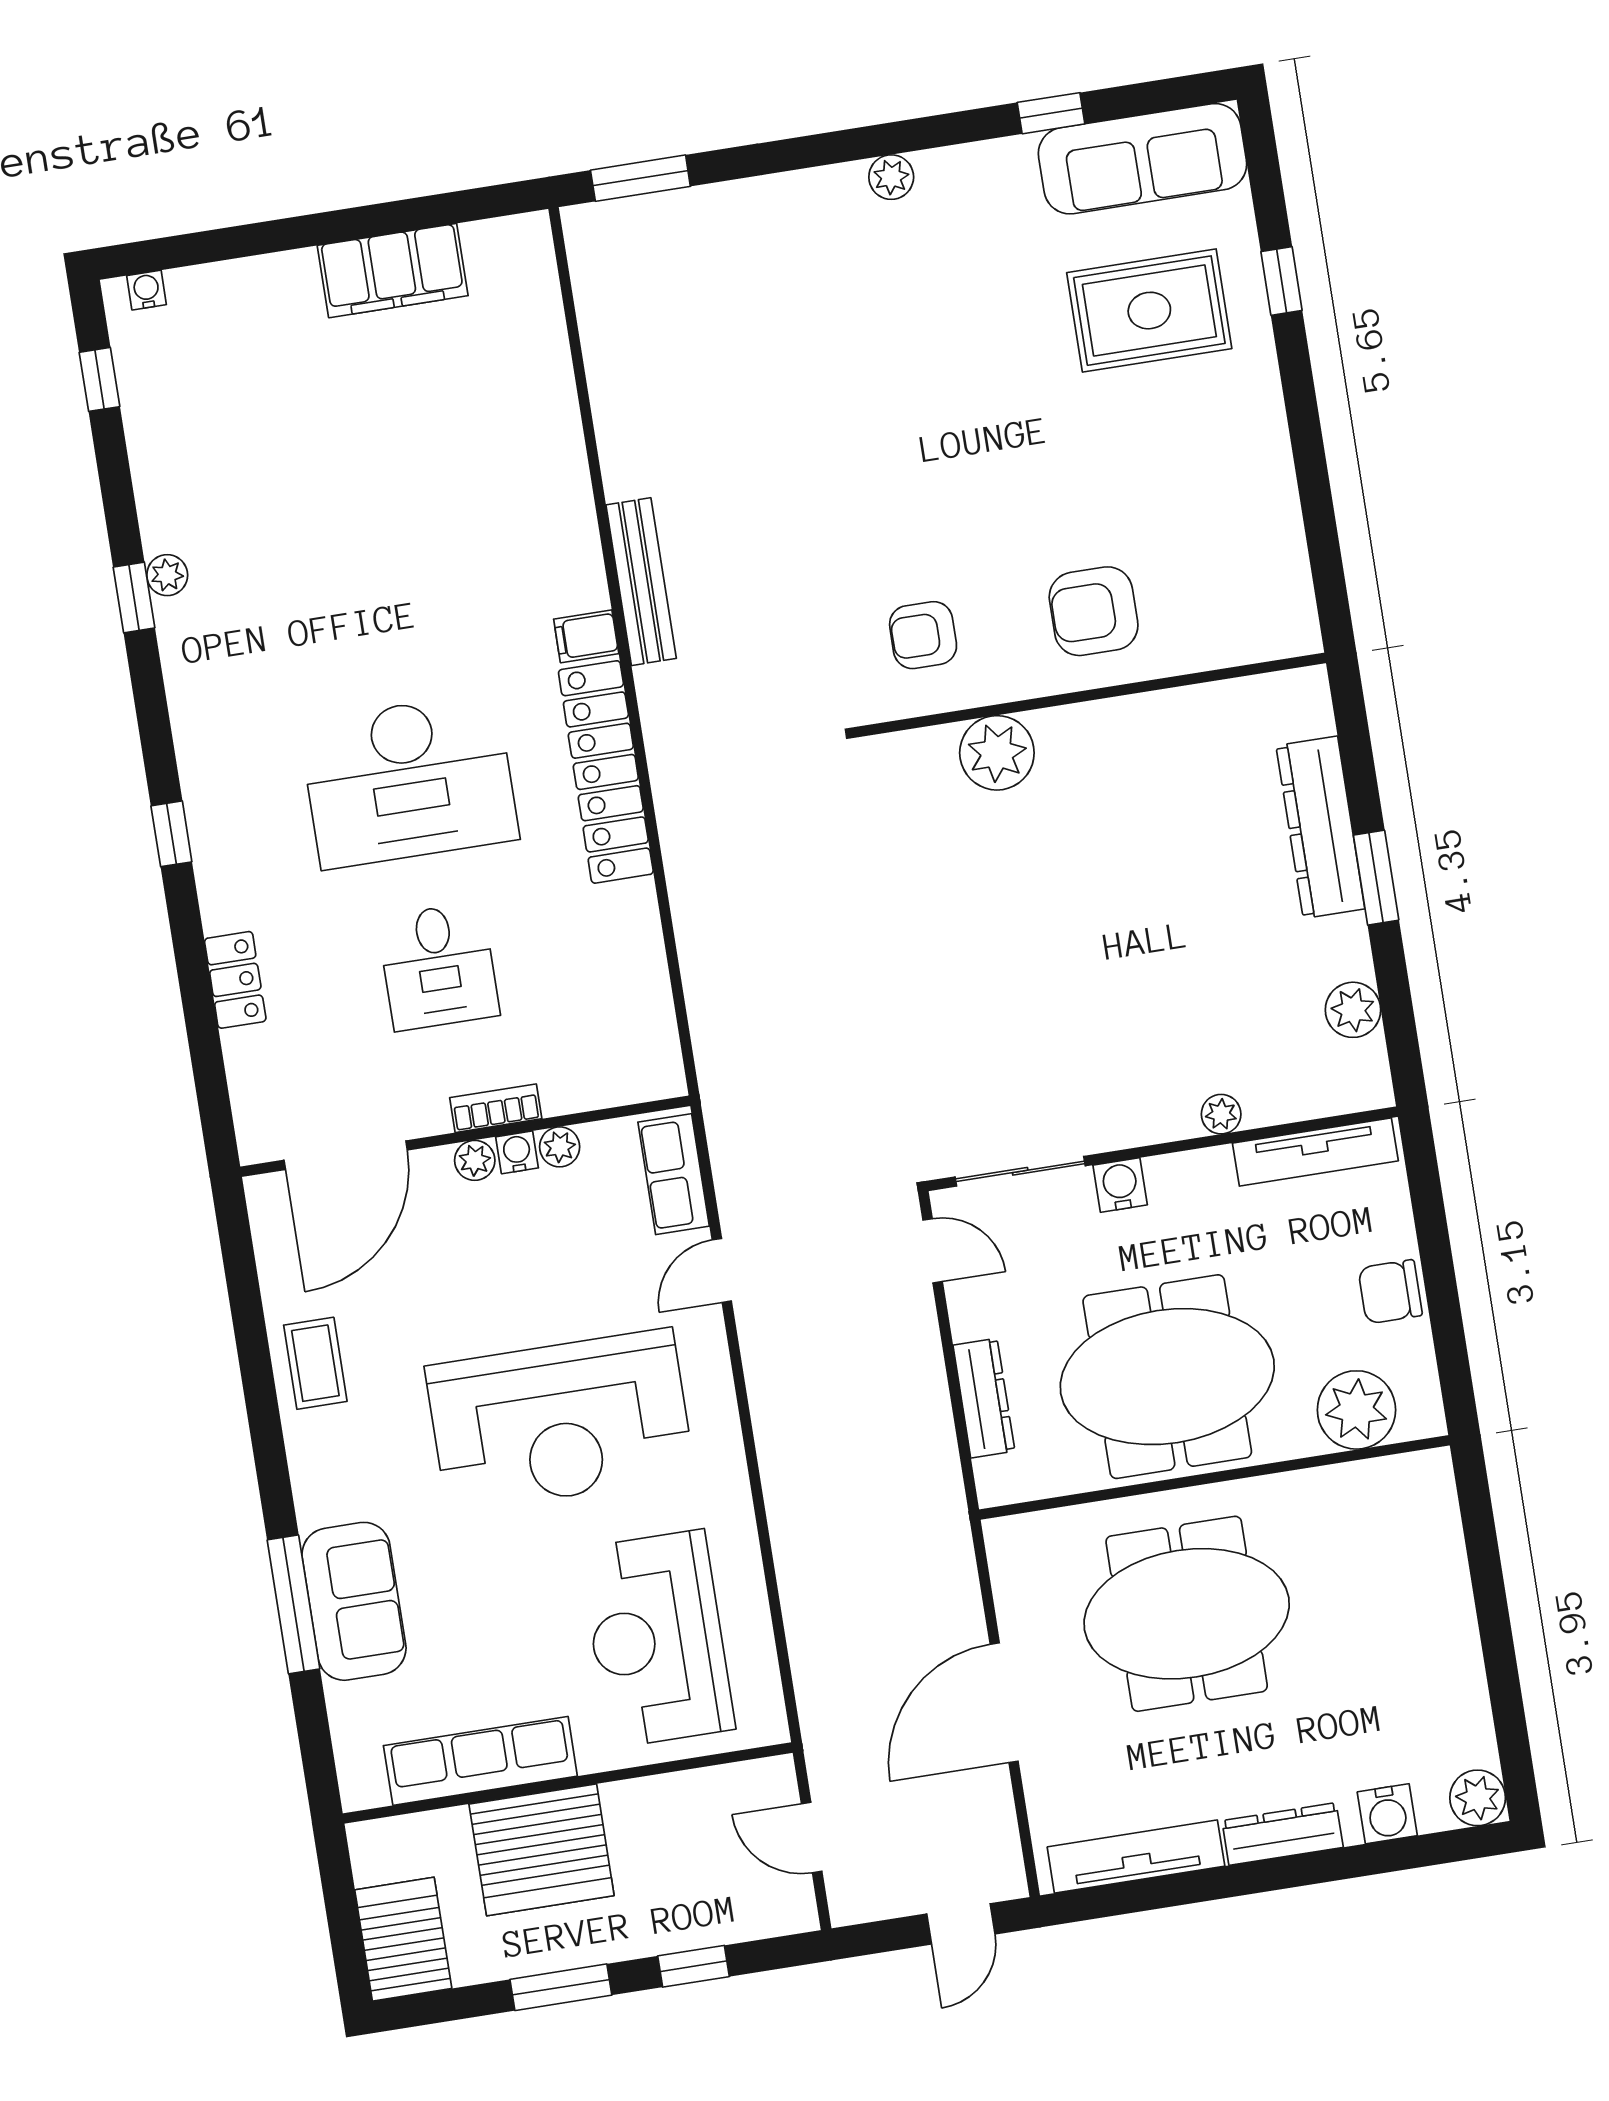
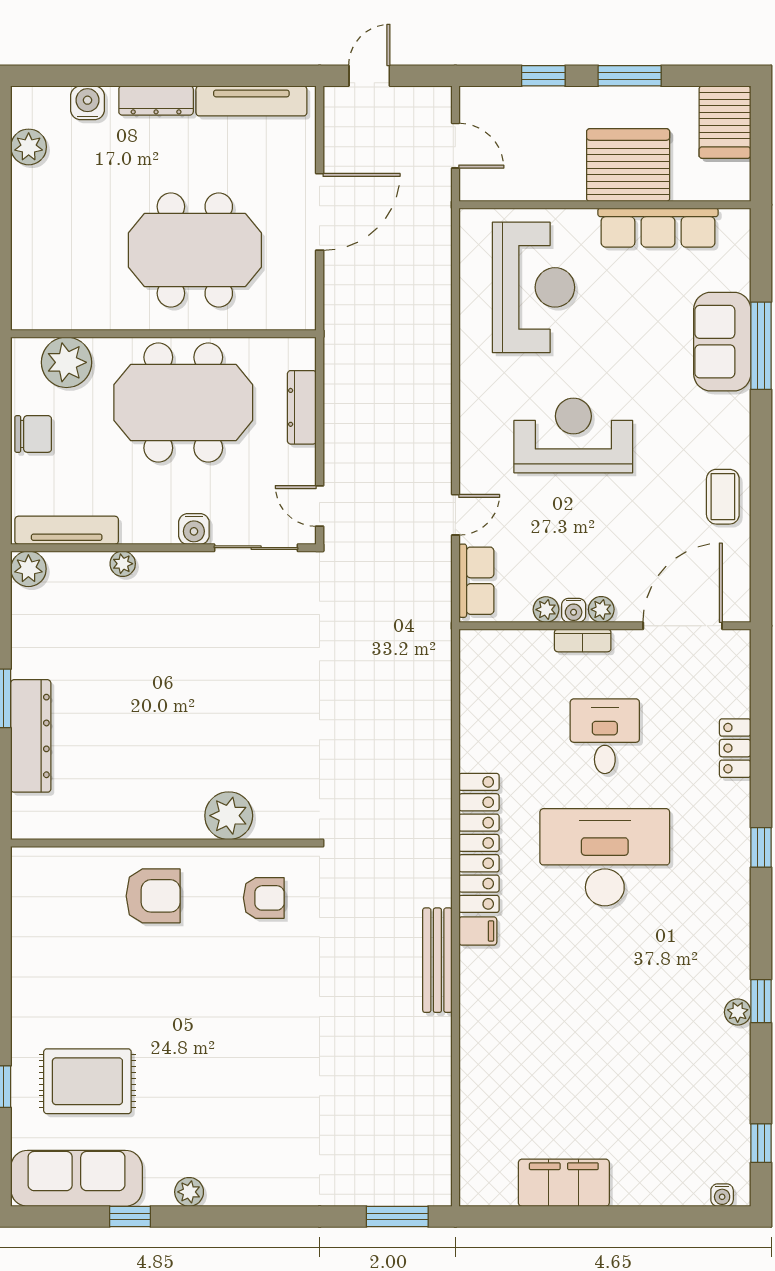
plant: (891, 177) -> (189, 1192), moved
plant: (1353, 1010) -> (28, 569), moved
reception desk: (560, 1421) -> (573, 435), width x0.74, depth x0.77
plant: (1478, 1798) -> (29, 147), moved

